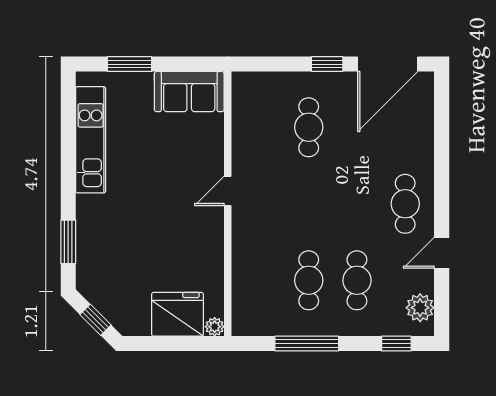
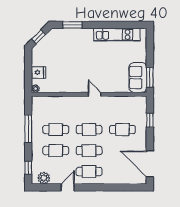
window: (129, 64) -> (150, 77), moved
window: (327, 64) -> (150, 120), moved
cafe table: (309, 204) -> (89, 130), added
cafe table: (357, 204) -> (89, 151), added
door: (442, 253) -> (68, 187), hinge flipped
fridge: (178, 314) -> (39, 72), width x0.53, depth x0.75

